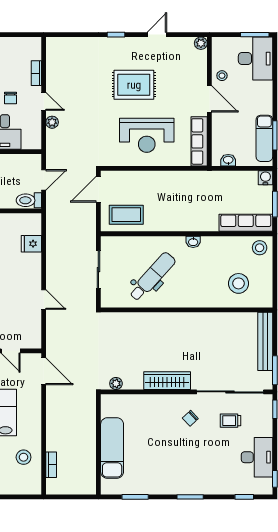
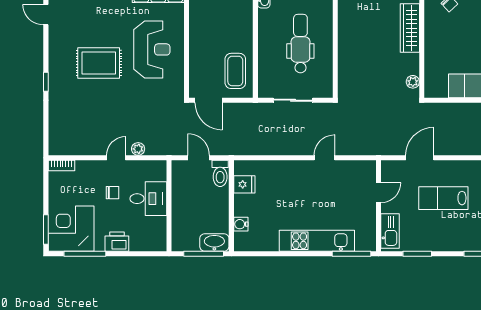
door: (157, 35) -> (46, 15), moved
bookcase: (36, 73) -> (61, 166), moved
rug: (134, 85) -> (99, 63), turned 90
fridge: (31, 244) -> (244, 184), moved, turned -90
dental chair: (152, 277) -> (300, 44), turned 48
door: (44, 371) -> (420, 158), moved

